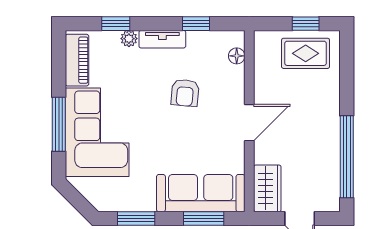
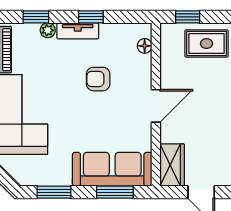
window: (196, 24) -> (91, 17), moved
window: (306, 24) -> (188, 17), moved
armchair: (185, 93) -> (98, 79), turned 85

